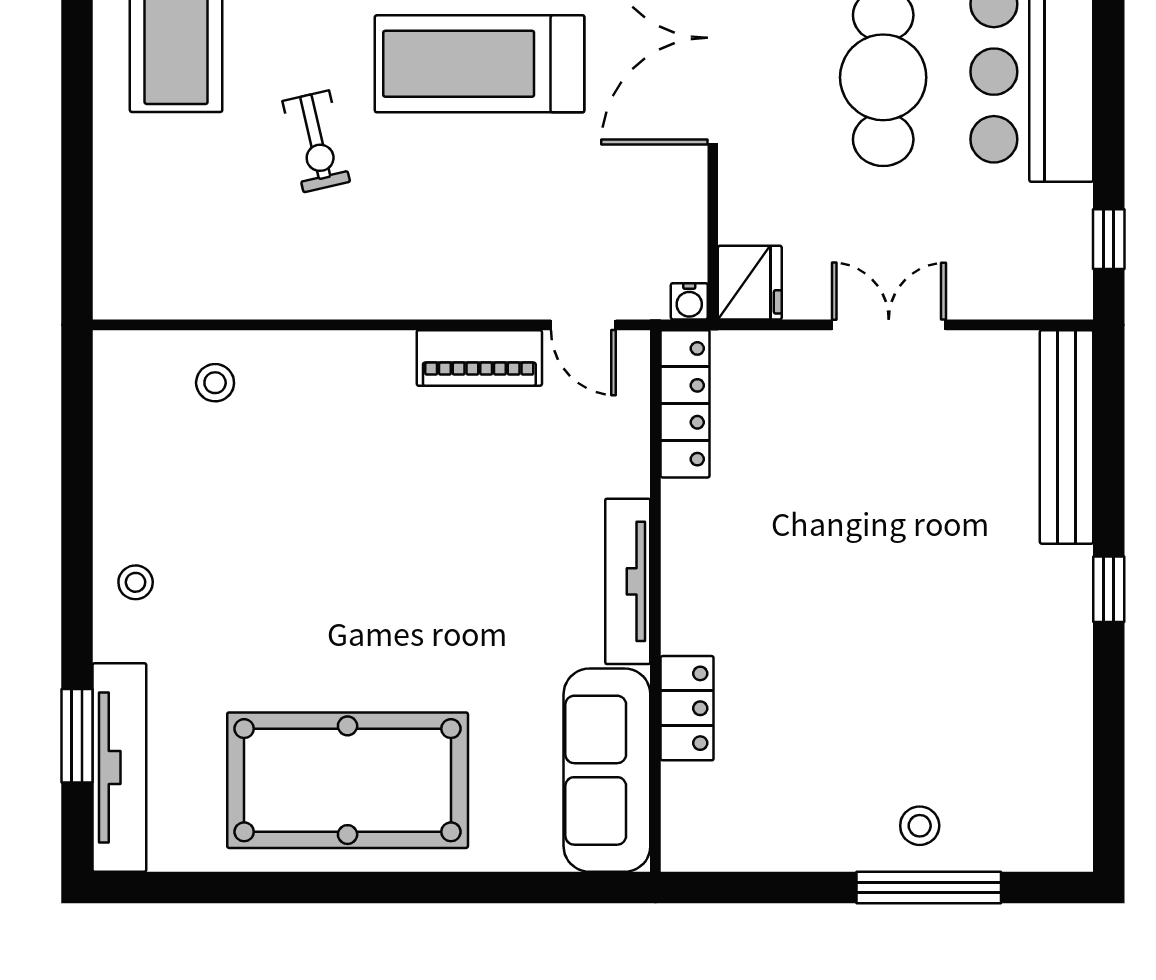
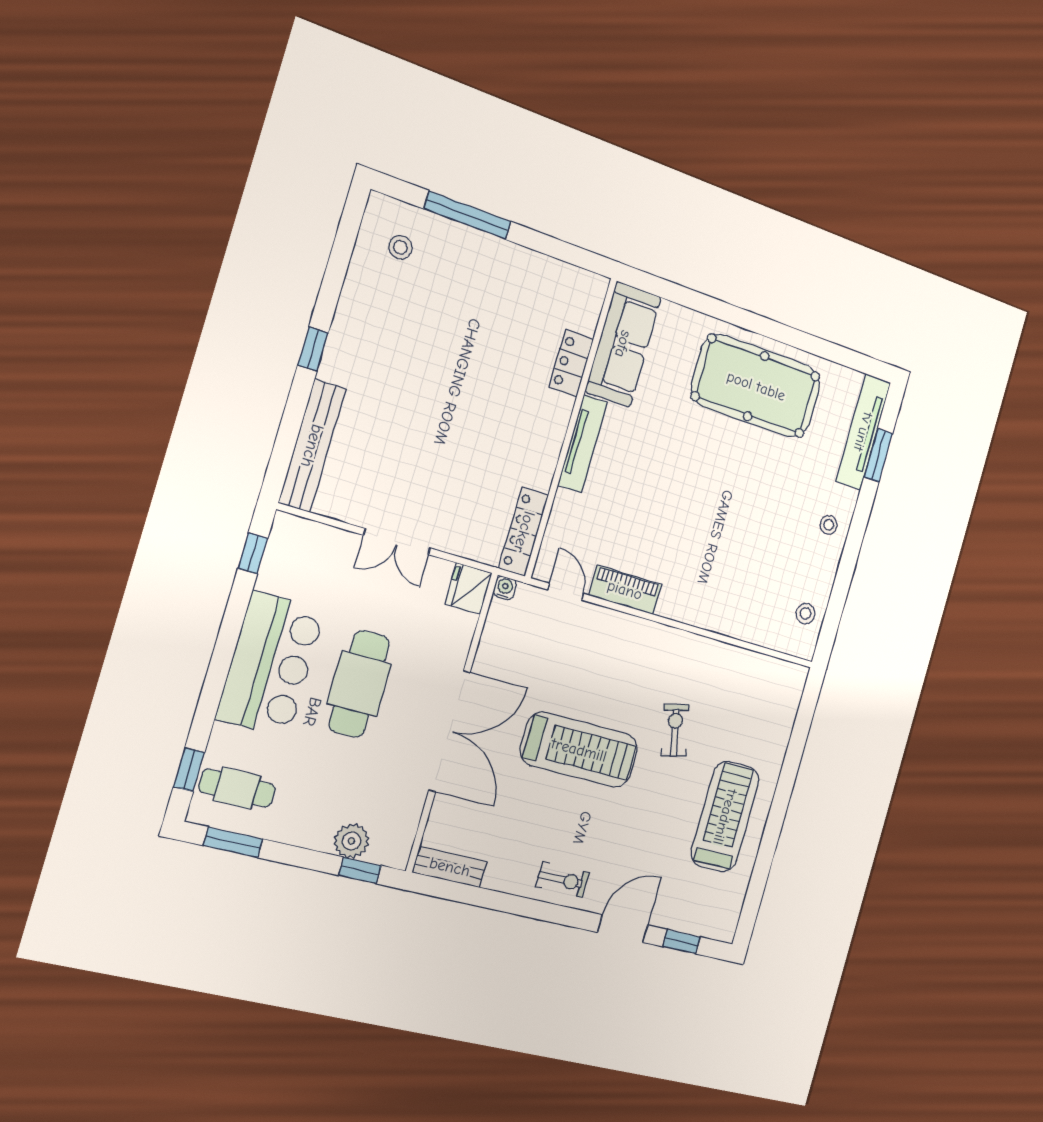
stool: (215, 383) -> (805, 614), moved
stool: (920, 826) -> (400, 247), moved

